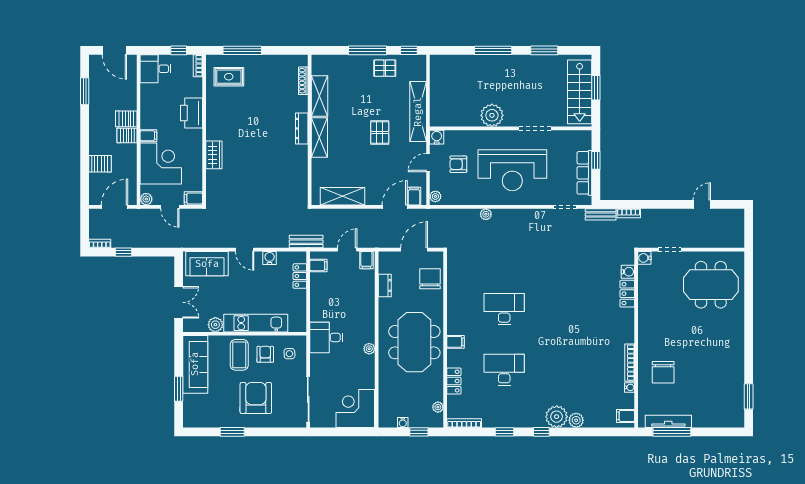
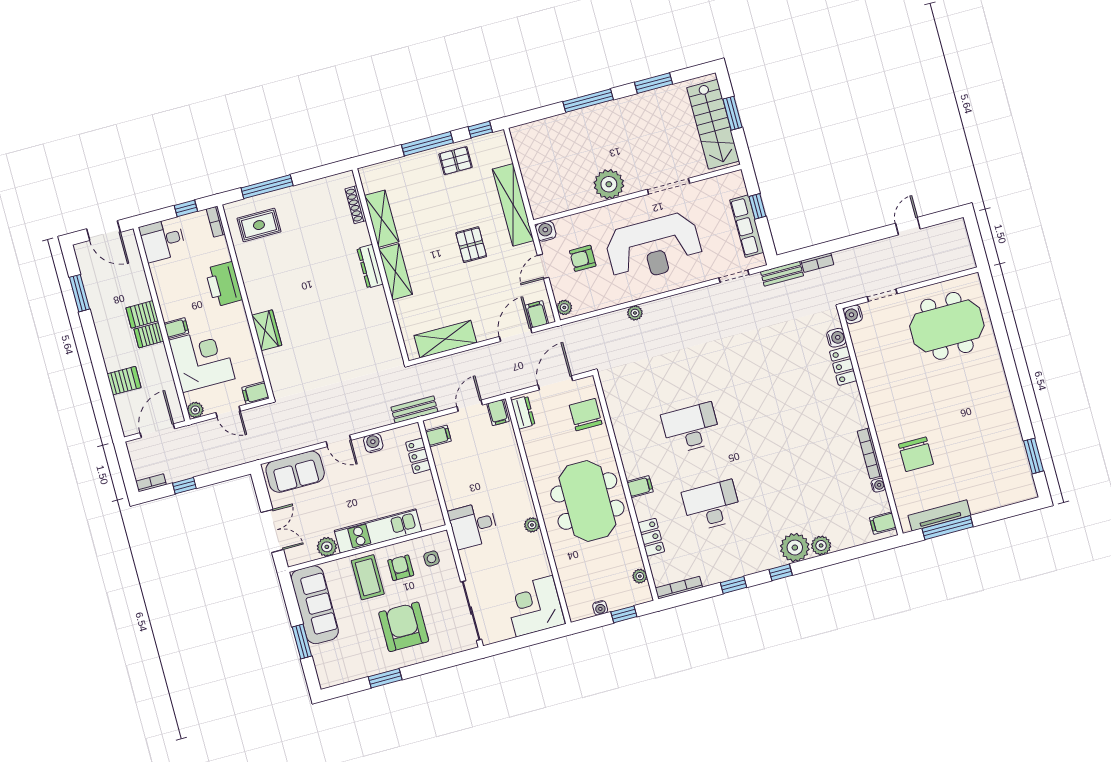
dresser: (385, 286) -> (523, 412), moved

